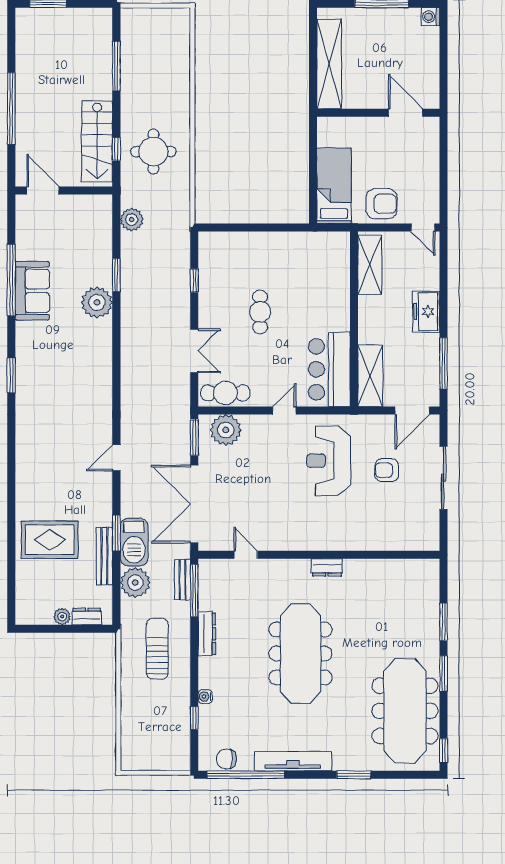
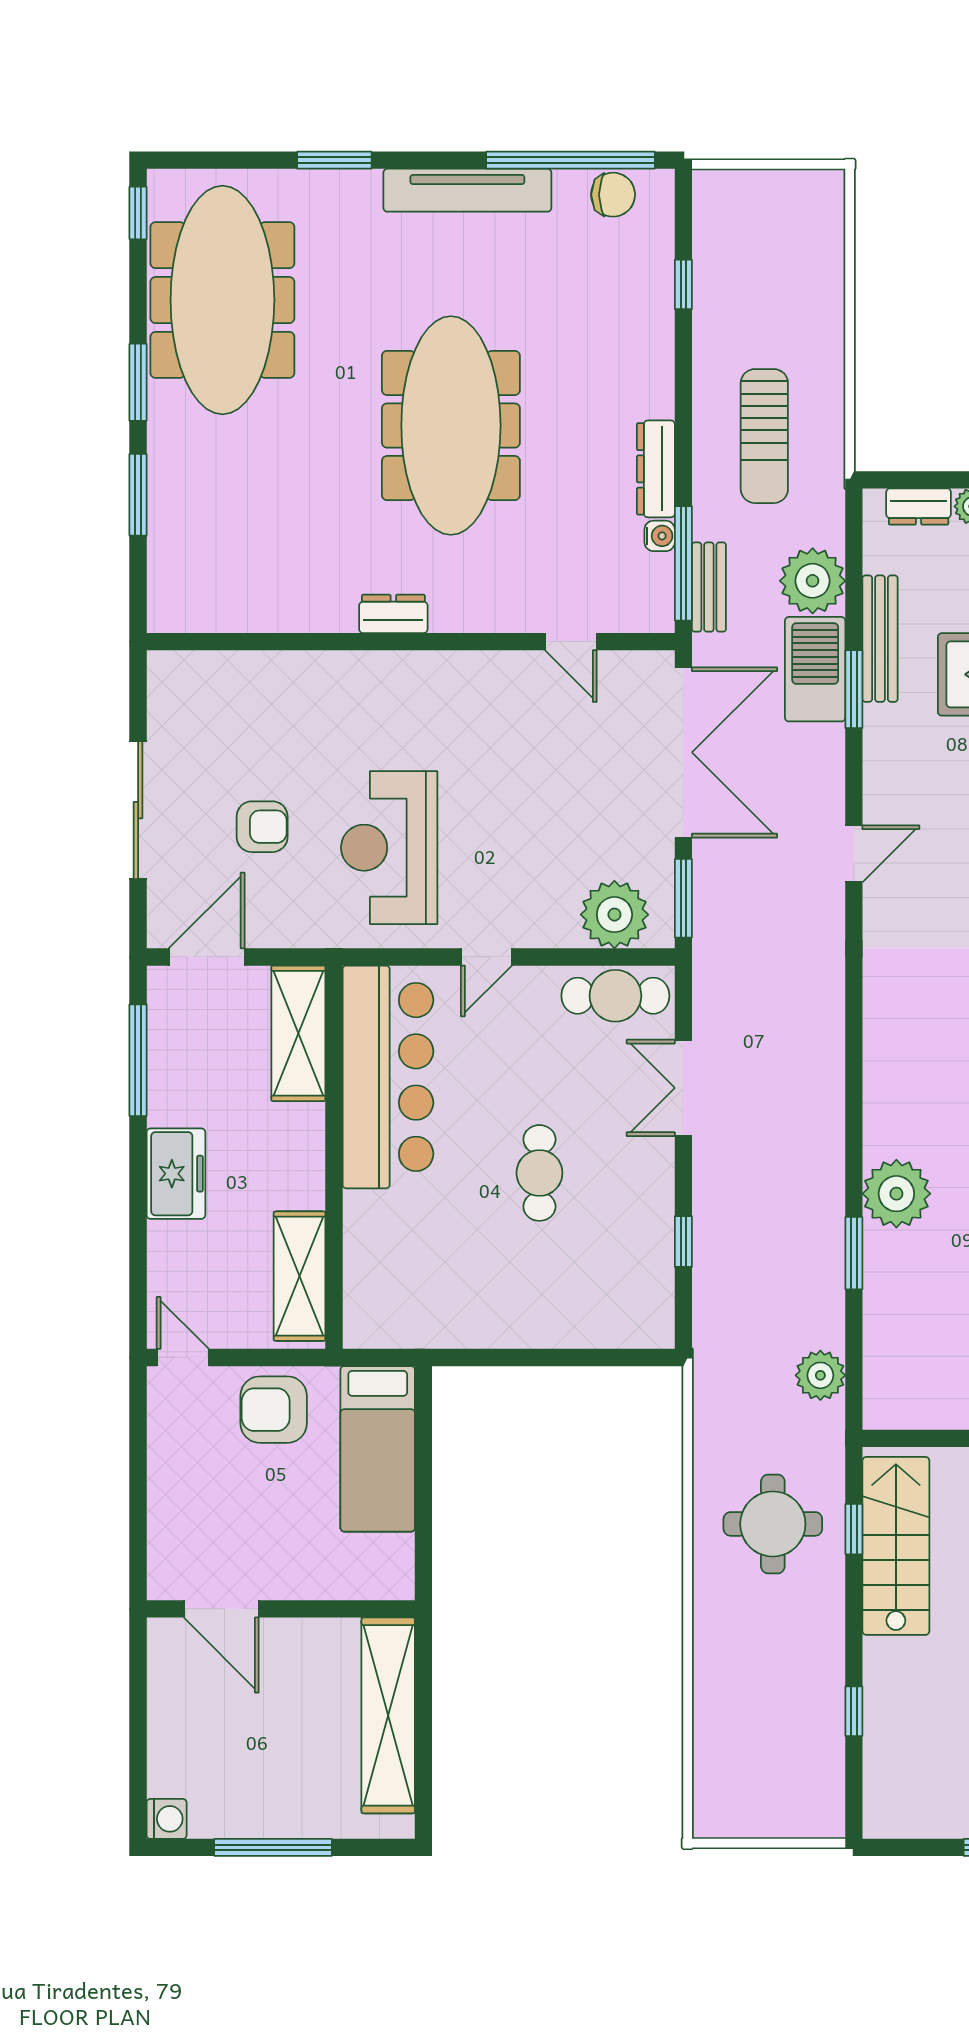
window: (116, 66) -> (854, 1711), width x0.46
bar counter: (329, 369) -> (388, 1077), width x1.36
reception desk: (329, 461) -> (389, 848), turned 180
water cooler: (205, 697) -> (660, 536), moved

